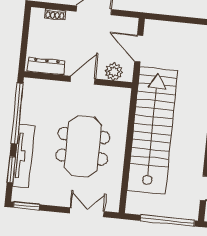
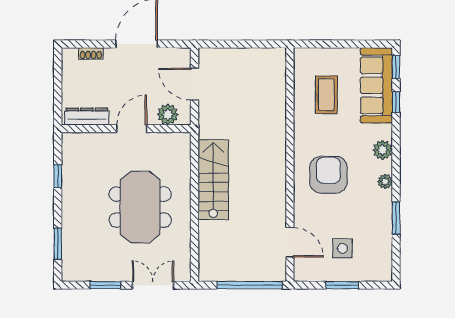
window: (17, 113) -> (58, 176), width x0.32
stairs: (152, 130) -> (213, 180), width x0.54, depth x0.66
tv unit: (24, 156) -> (71, 226), removed
window: (26, 206) -> (105, 285), moved

